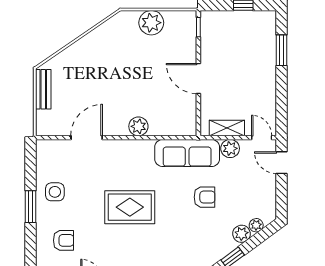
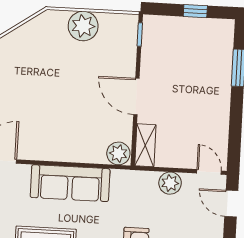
plant: (138, 126) -> (118, 153), moved
shelving: (227, 128) -> (145, 145), moved, turned 90
sofa: (187, 153) -> (70, 183), moved

